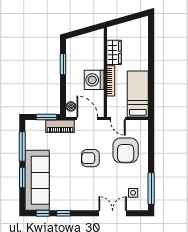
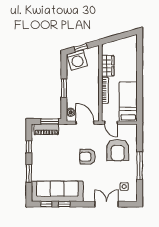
window: (83, 31) -> (81, 48), added
window: (63, 64) -> (64, 88), moved
washing machine: (94, 80) -> (77, 60), moved, turned -106
piano: (60, 126) -> (46, 129), moved
window: (22, 147) -> (29, 147), width x0.46
sofa: (37, 180) -> (57, 191), moved, turned -90
window: (151, 189) -> (140, 166), moved

